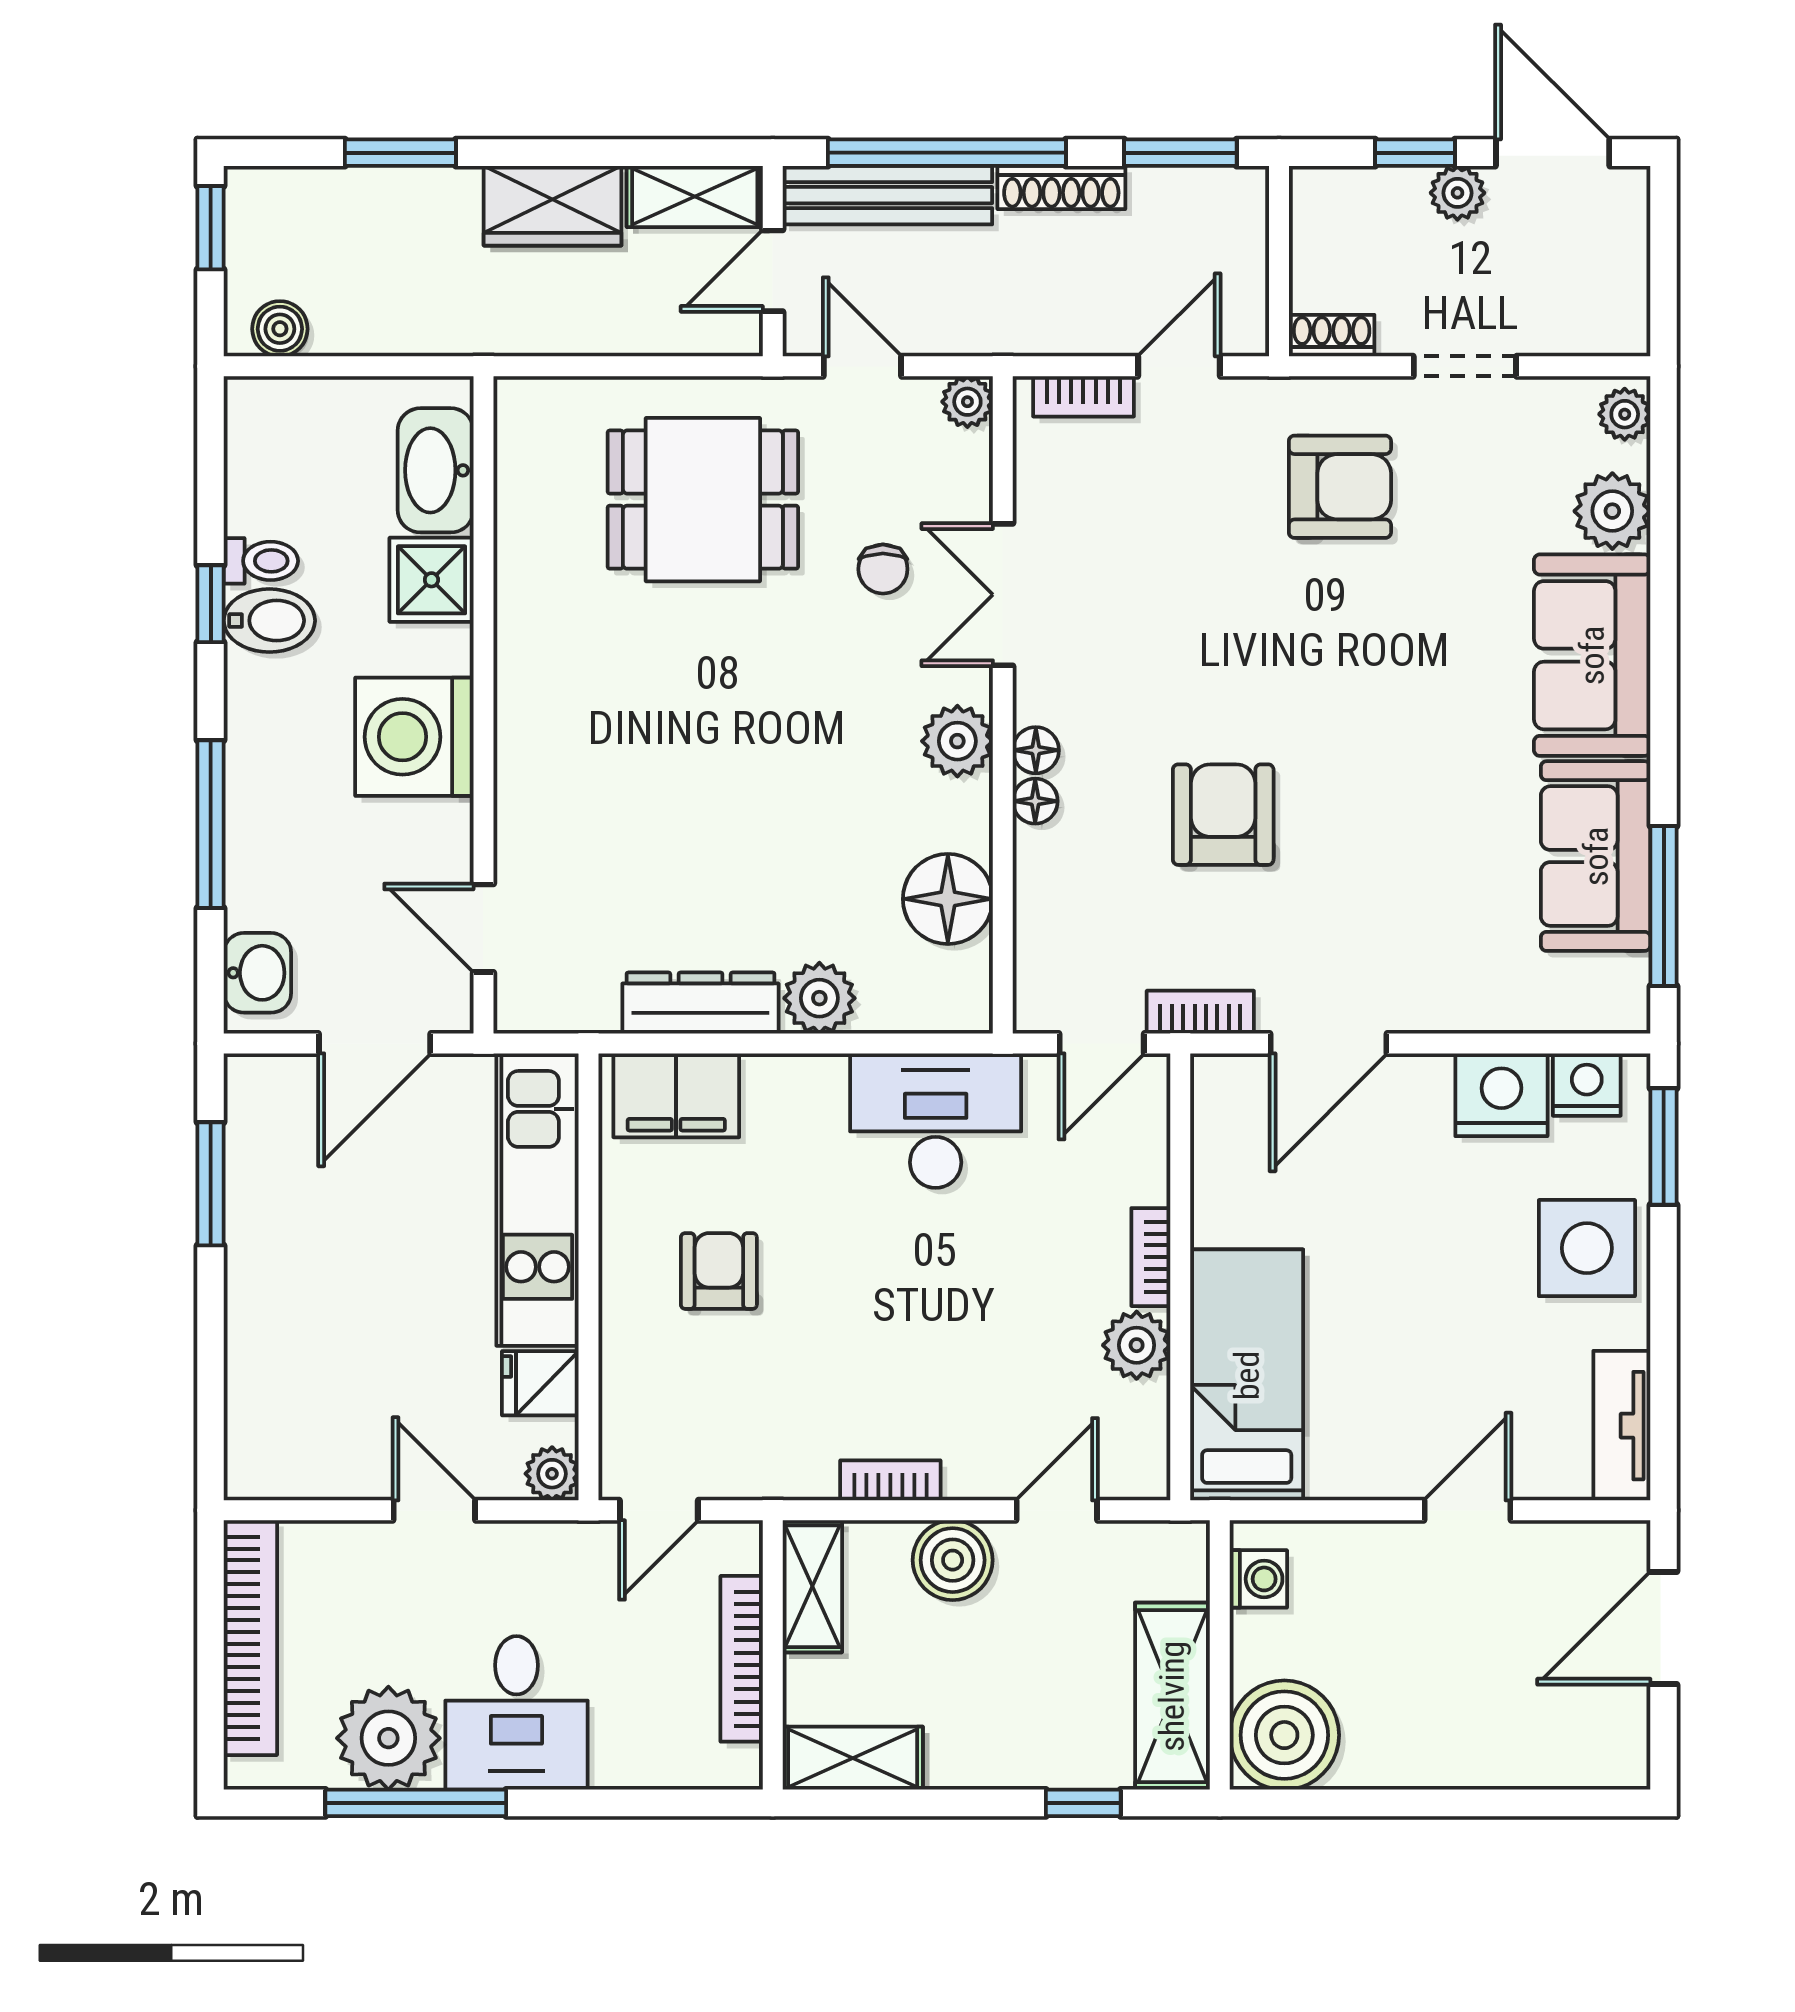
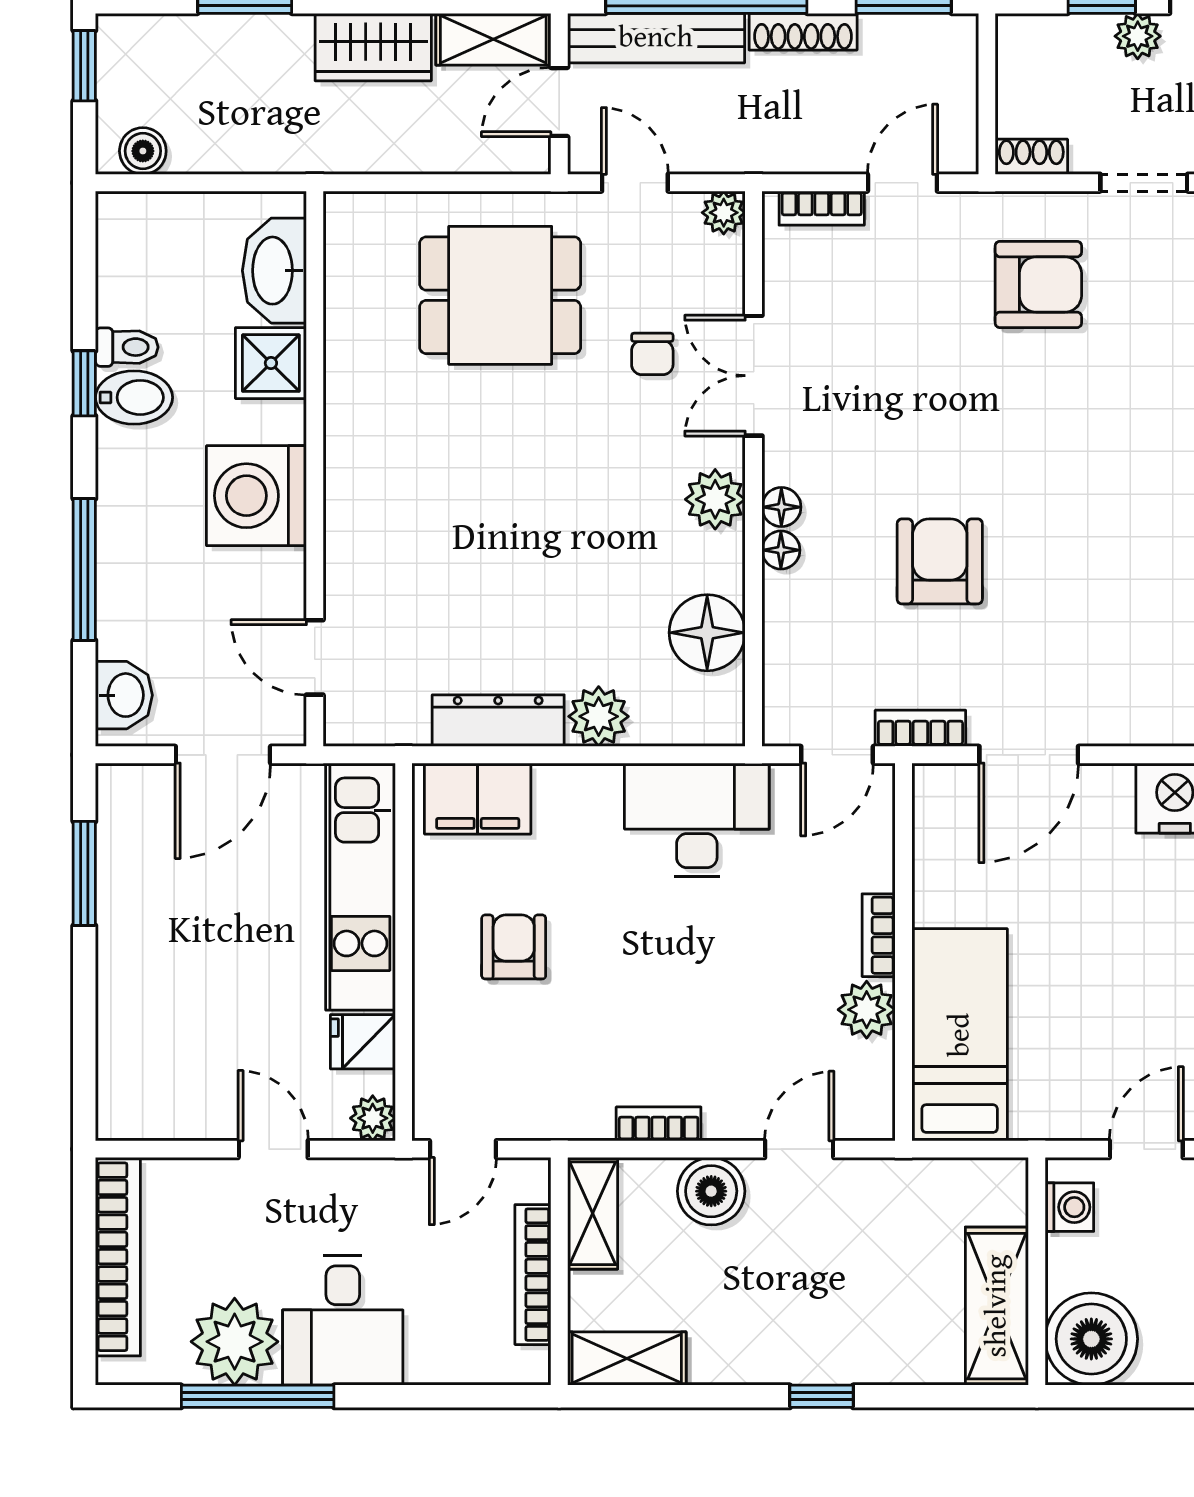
washing machine: (1258, 1579) -> (1069, 1207), moved
wall: (1220, 1655) -> (1037, 1271), moved
shelving: (1172, 1696) -> (997, 1306), moved
boiler: (1284, 1735) -> (1091, 1339), moved

